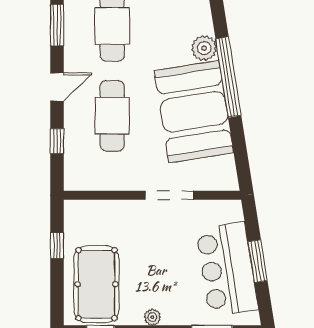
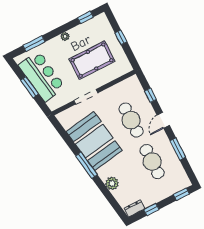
plant: (204, 48) -> (112, 183), moved
window: (228, 77) -> (86, 165), width x0.68
window: (57, 246) -> (121, 37), moved
pool table: (96, 284) -> (92, 60), moved, turned 90

